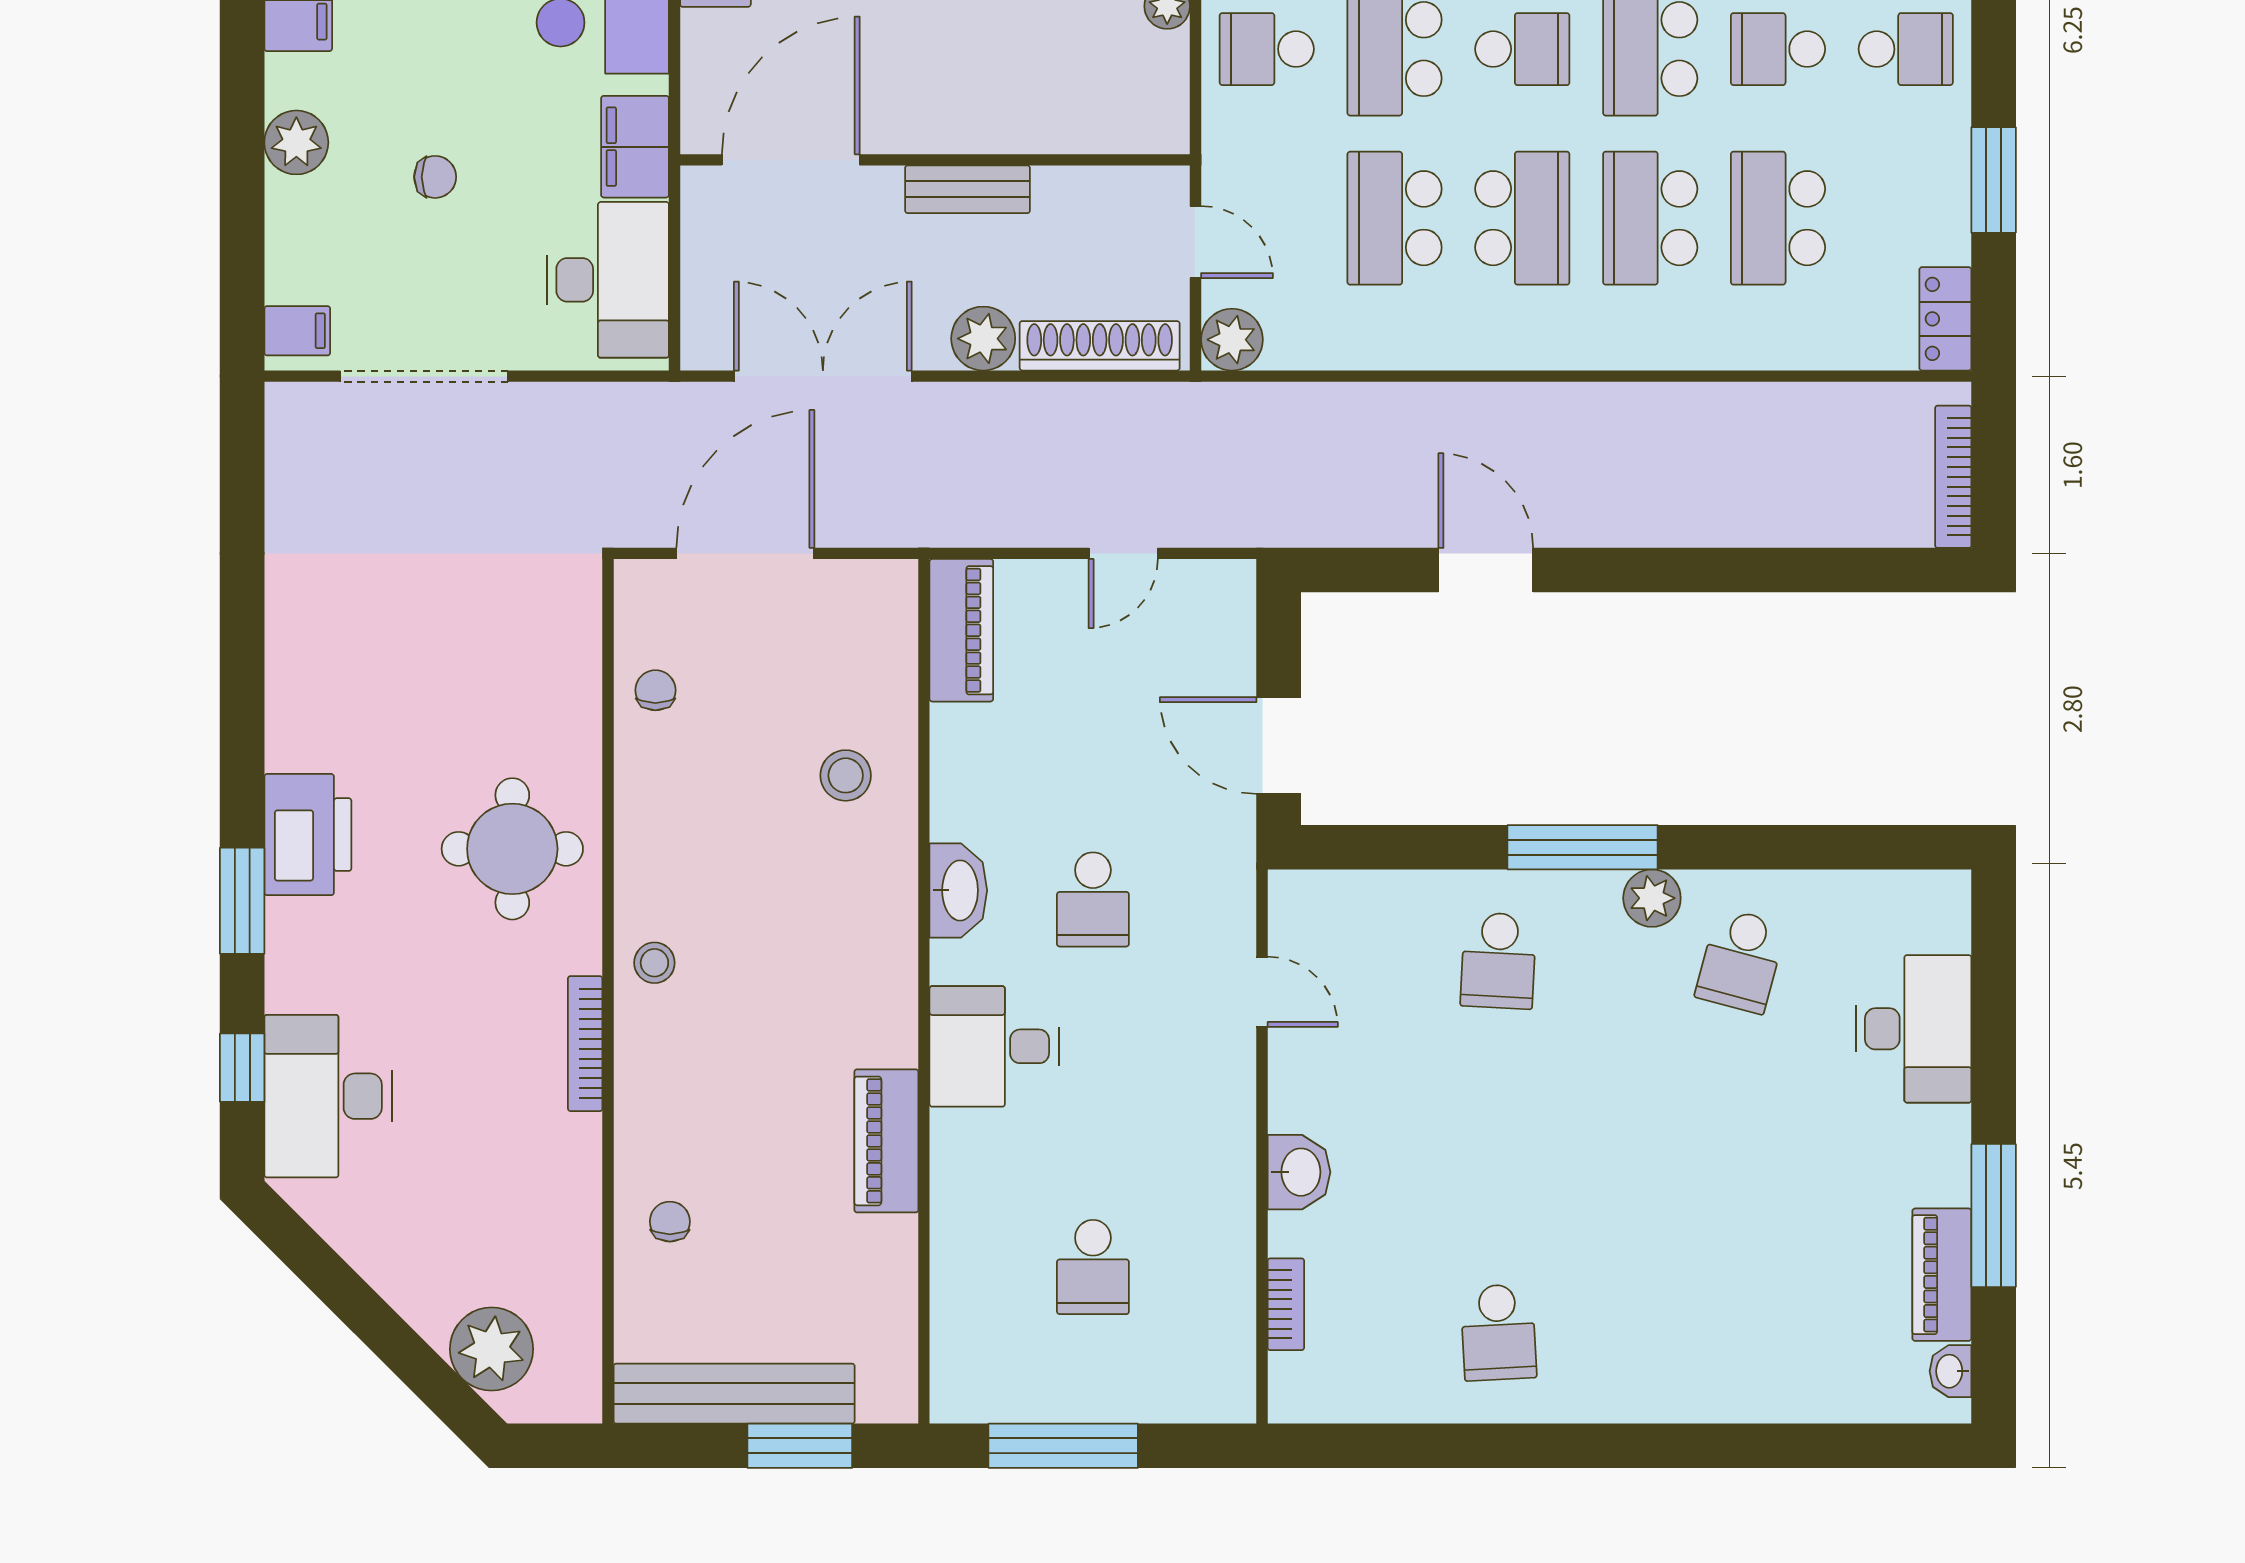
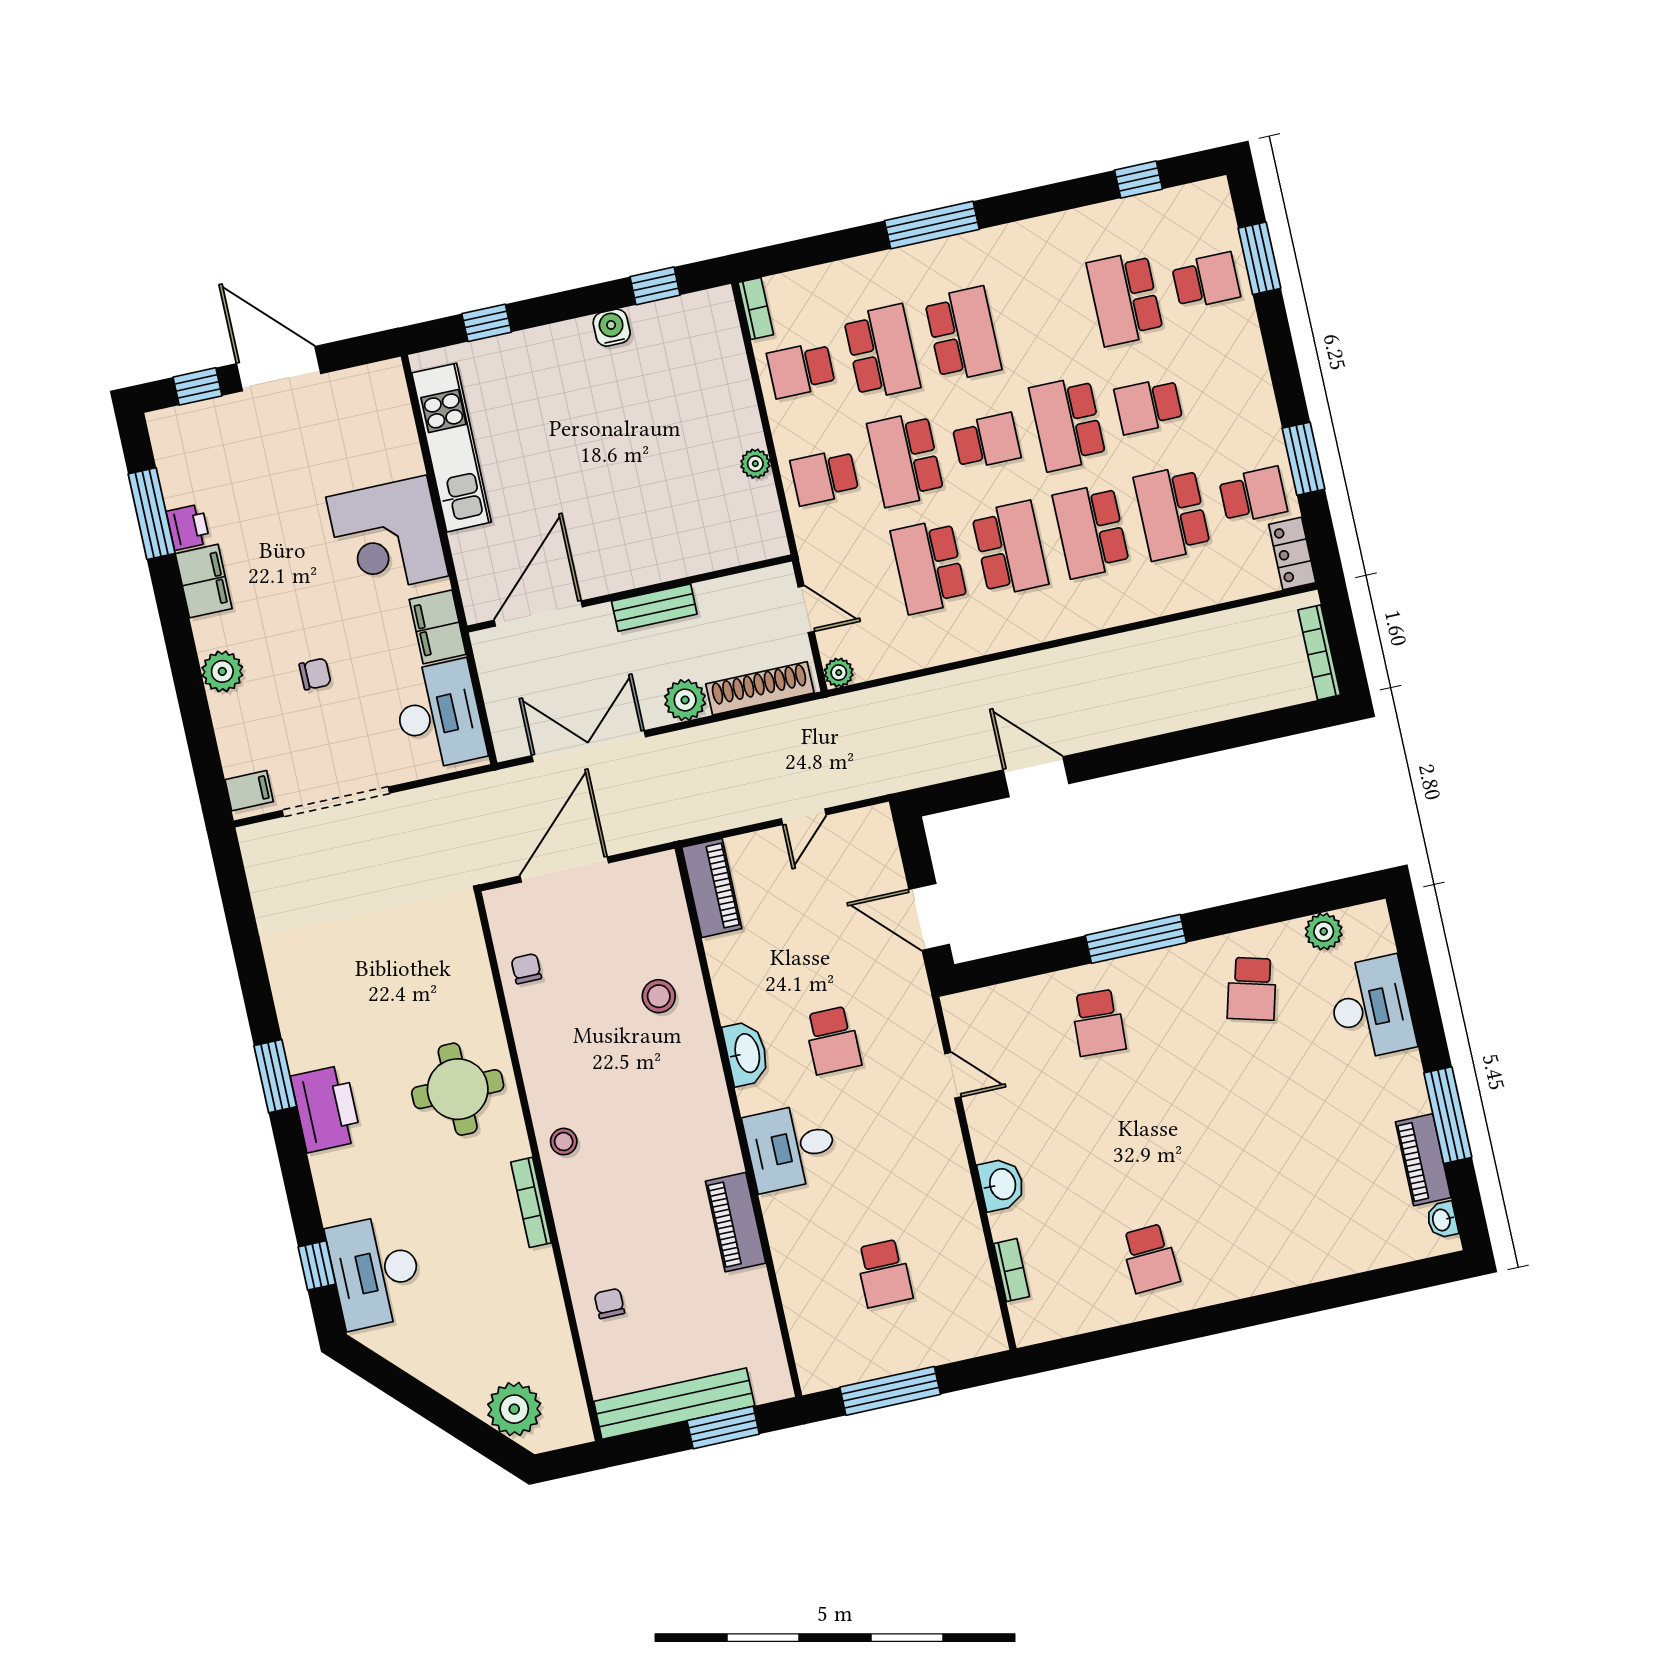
school desk: (1906, 49) -> (1253, 495), moved
plant: (1232, 340) -> (839, 673), width x0.73, depth x0.73
plant: (1652, 898) -> (1324, 931), moved
window: (242, 901) -> (275, 1076), moved

